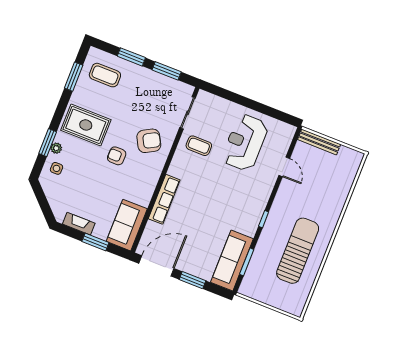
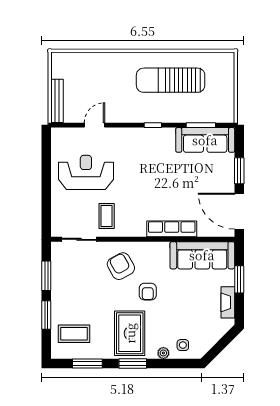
coffee table: (105, 75) -> (74, 334), turned 90
reception desk: (245, 142) -> (86, 172), turned 180
window: (48, 143) -> (133, 363), moved
sofa: (127, 225) -> (202, 255), width x1.36

